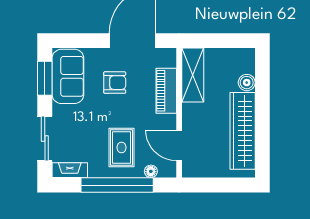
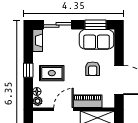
door: (179, 145) -> (63, 109), moved
plant: (166, 170) -> (38, 101), added
window: (117, 185) -> (28, 70), width x0.32

